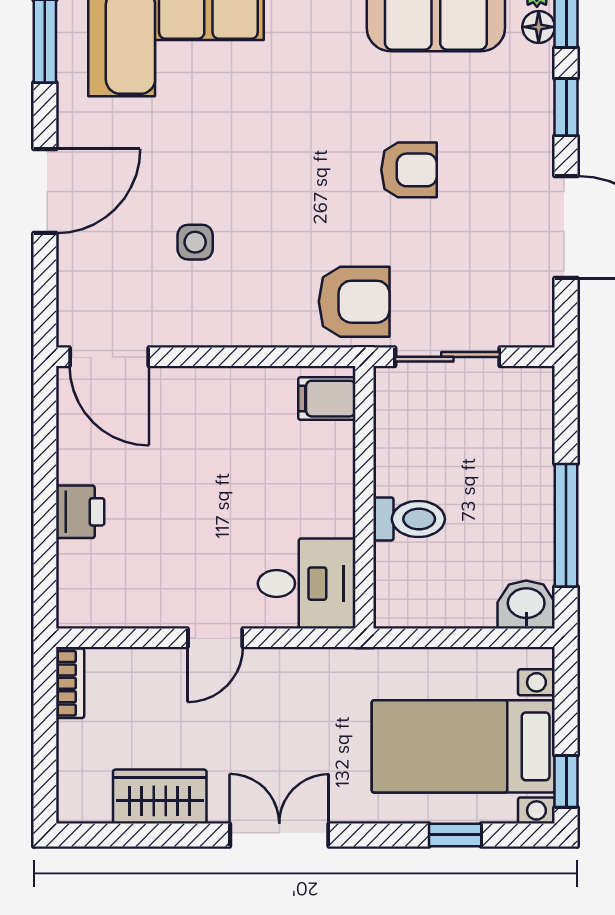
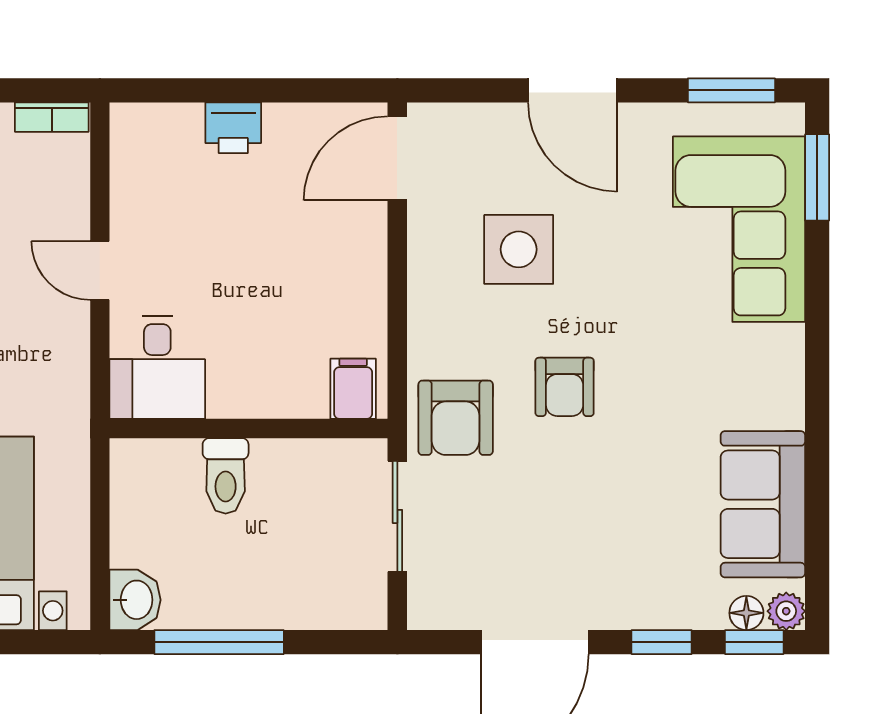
armchair: (409, 170) -> (565, 387), moved
side table: (195, 242) -> (519, 249), width x1.87, depth x1.87

